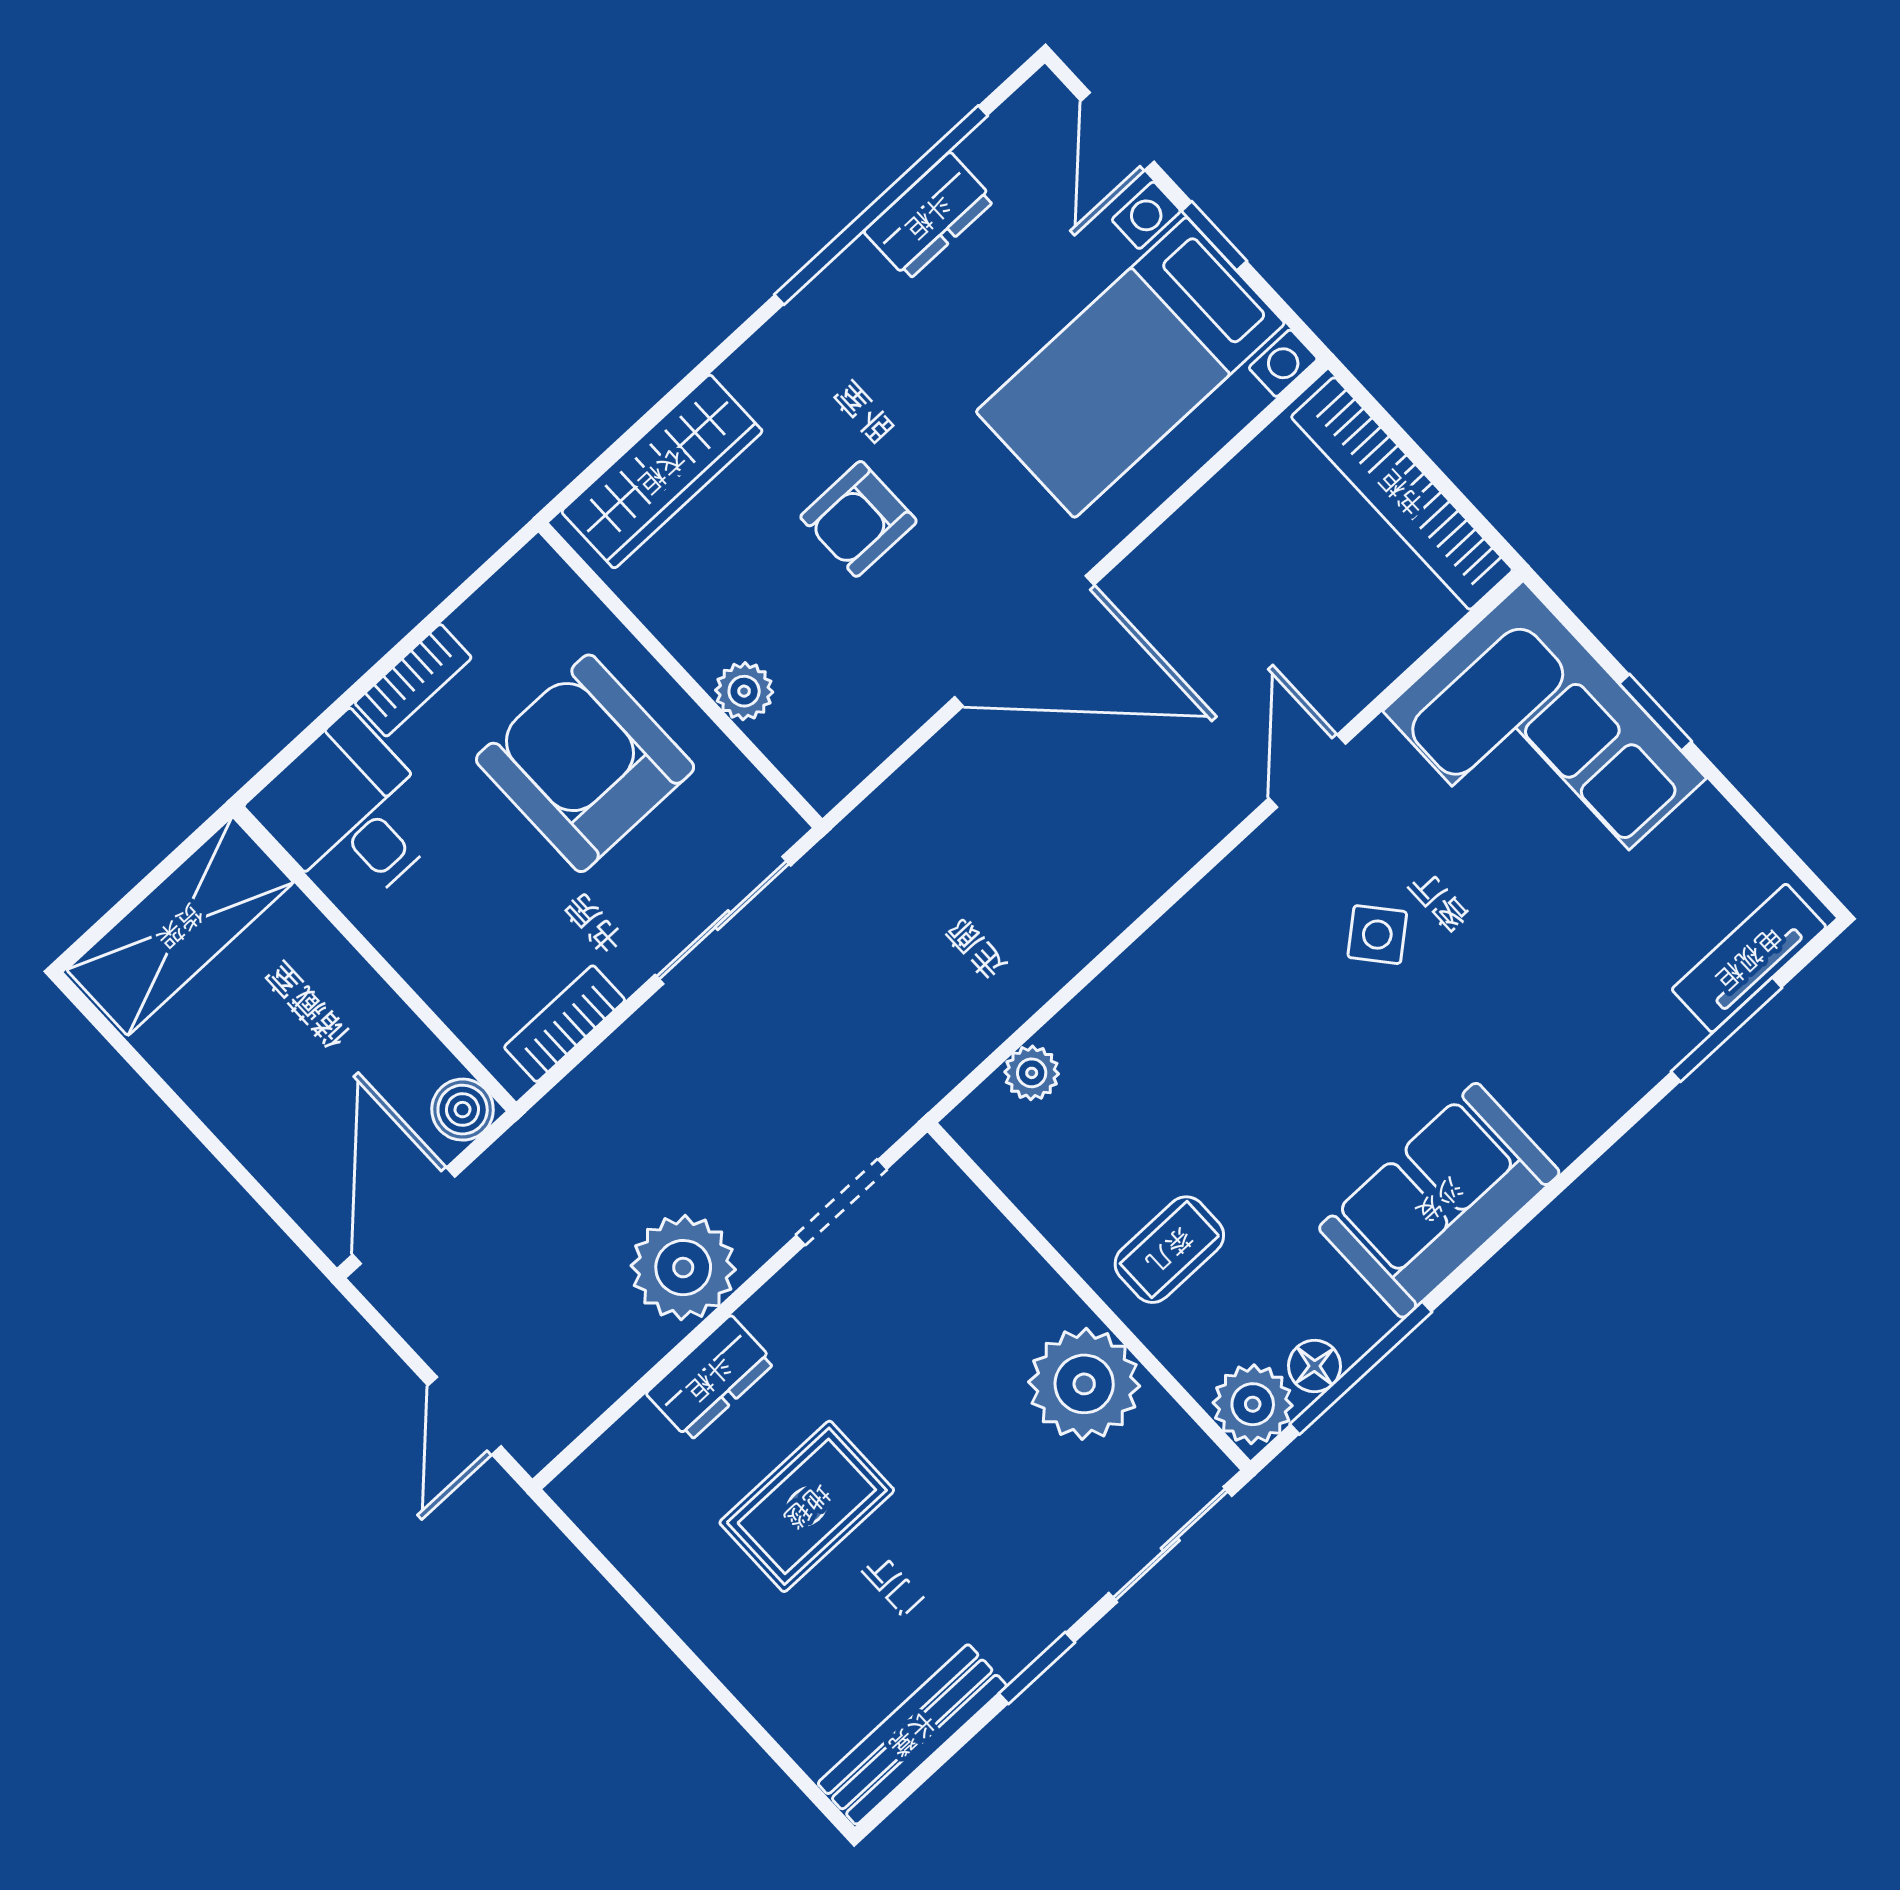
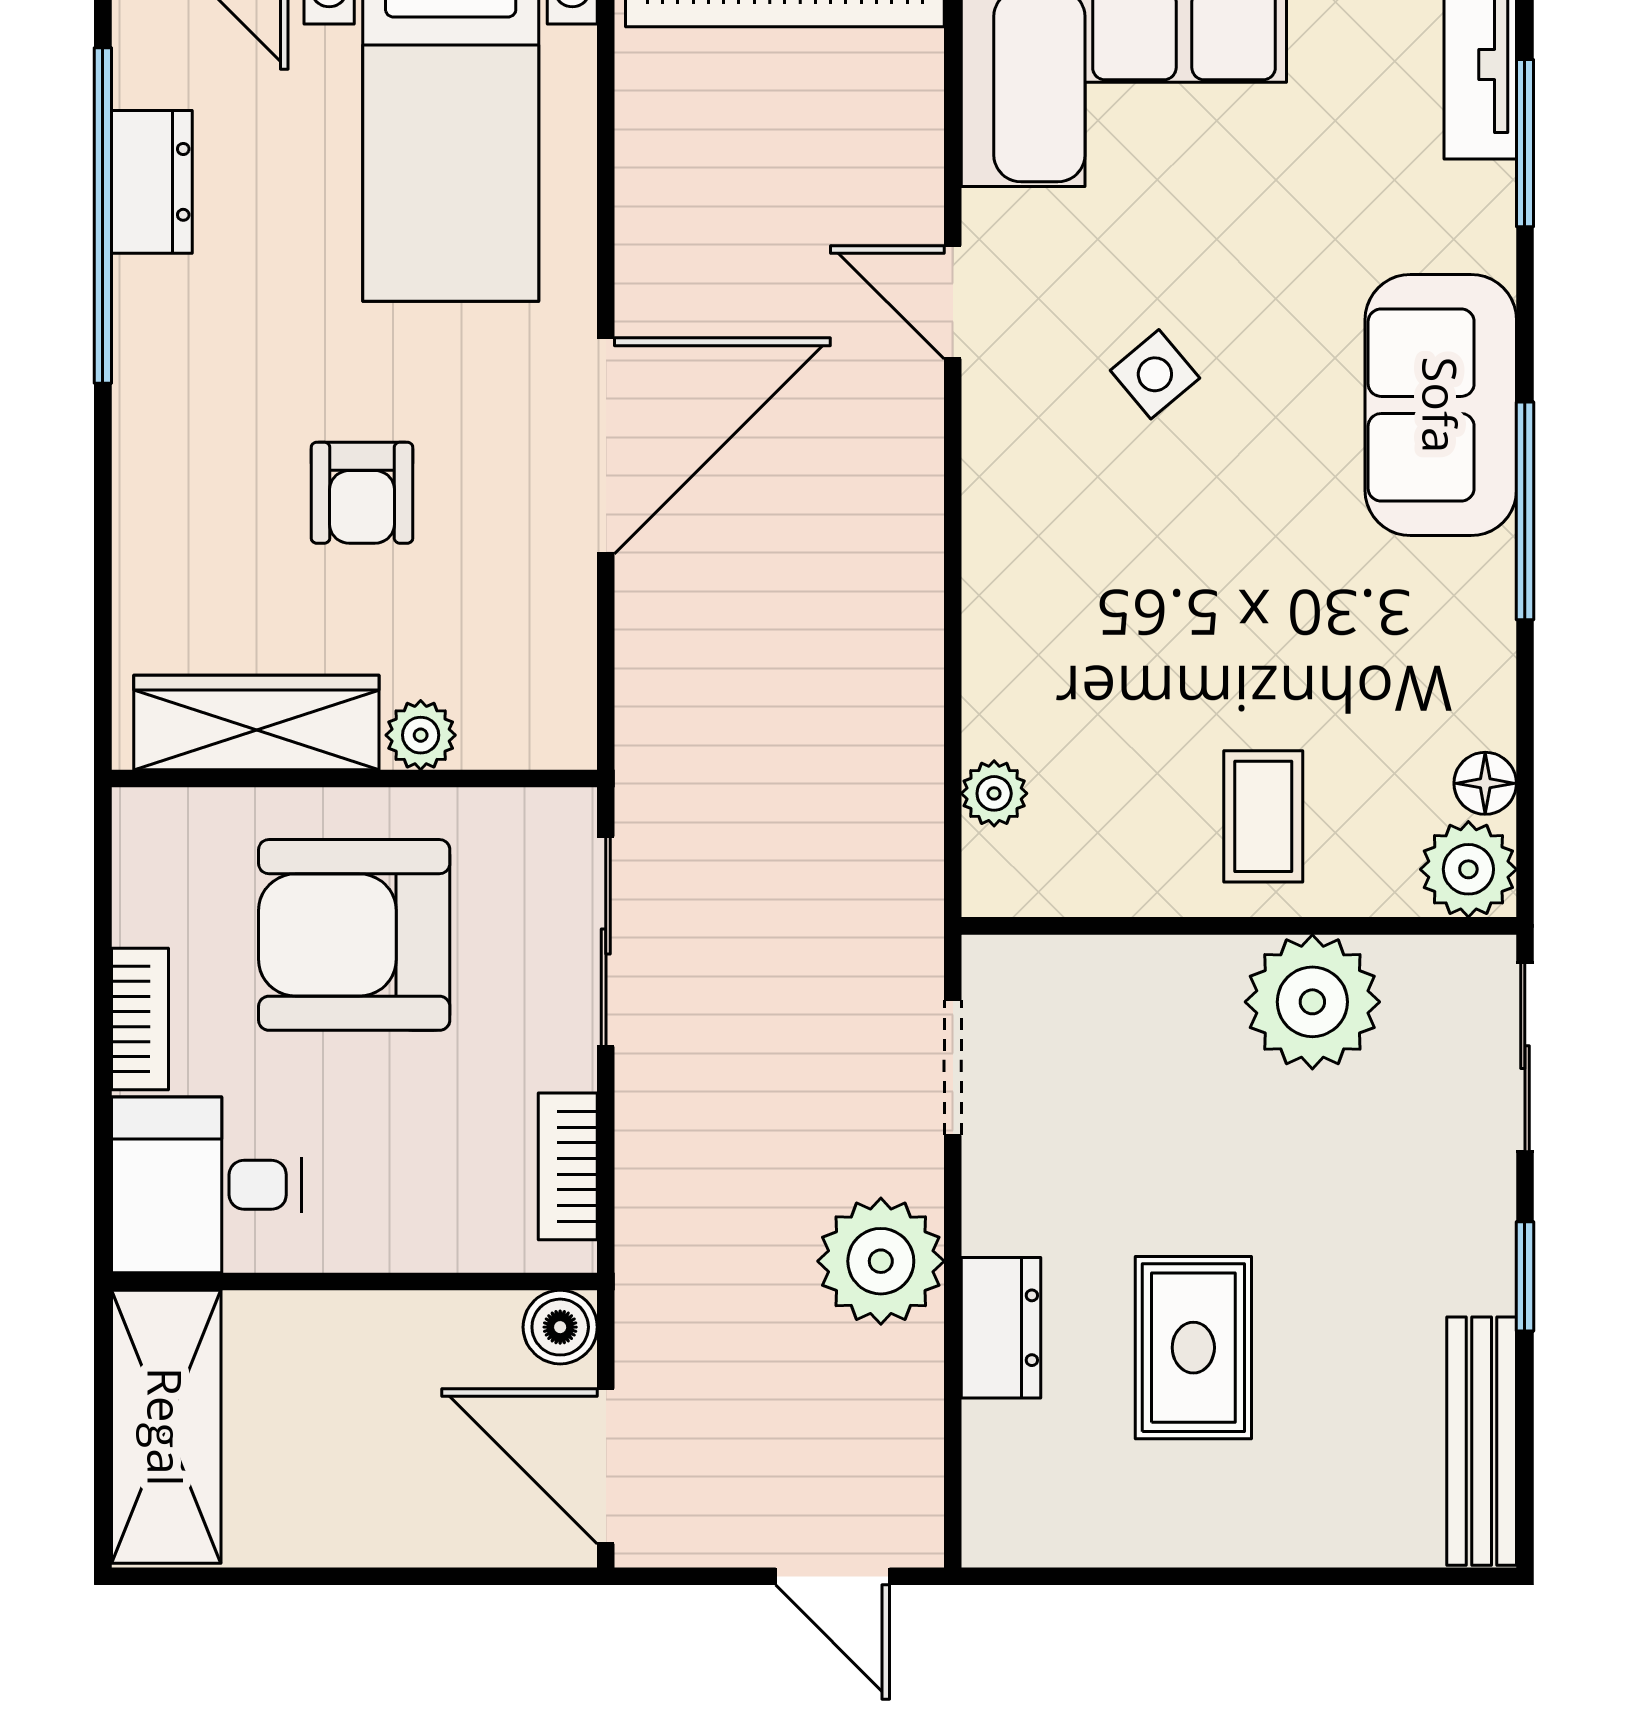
wardrobe: (662, 471) -> (256, 722), moved, turned -90
sofa: (1439, 1200) -> (1441, 405), moved
window: (1361, 1368) -> (1525, 511), moved

